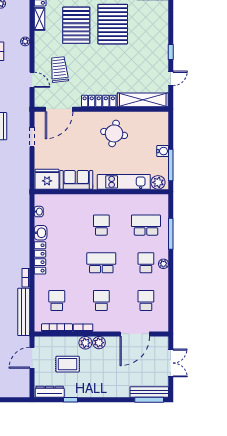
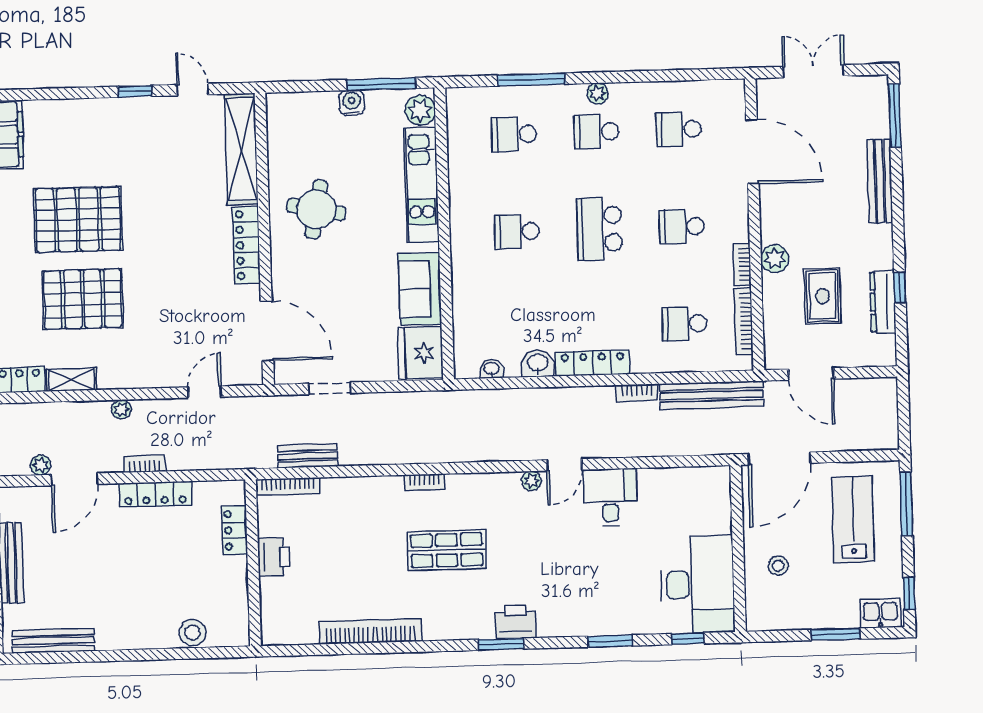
trolley: (59, 69) -> (180, 333), removed
school desk: (146, 225) -> (514, 134), width x0.54
plant: (99, 343) -> (773, 229), removed
dresser: (50, 392) -> (883, 302), moved
bench: (149, 392) -> (880, 181), moved

